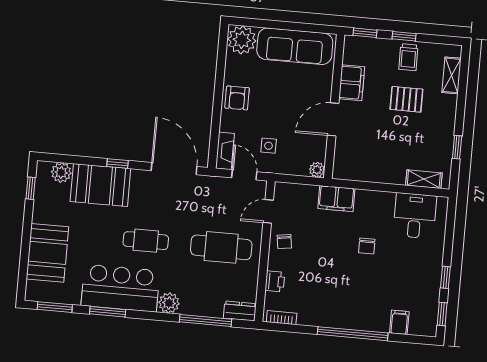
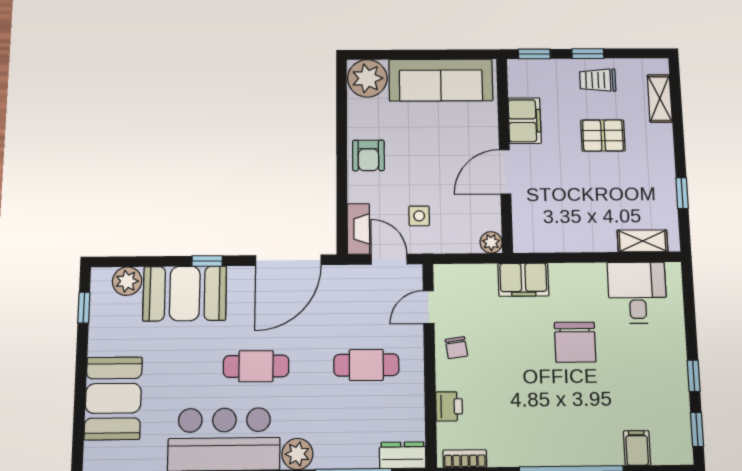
trolley: (408, 57) -> (598, 80), turned 90
door: (174, 169) -> (288, 260), swing flipped
chair: (367, 246) -> (575, 342), width x1.87, depth x1.87
cafe table: (221, 247) -> (366, 365), width x0.73, depth x0.74

